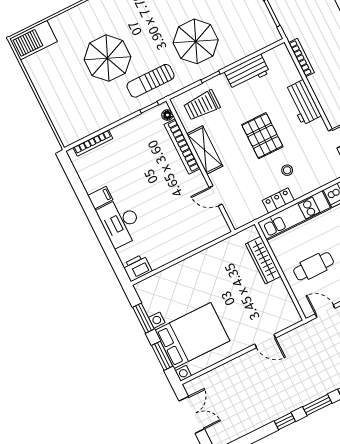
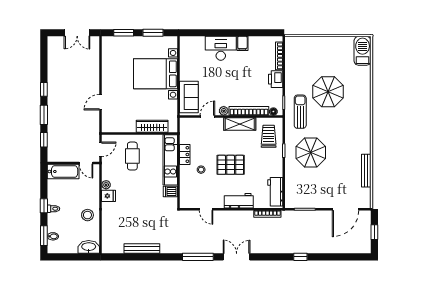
workbench: (247, 72) -> (275, 192), moved
plant: (198, 179) -> (224, 111), added
sofa: (203, 232) -> (189, 97), added
printer: (137, 268) -> (276, 79), moved, turned 180
bed with nightstands: (192, 336) -> (156, 74), moved, turned 90

